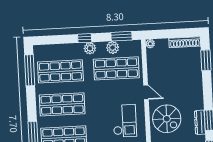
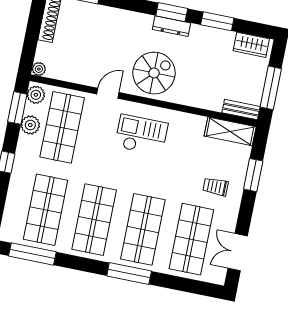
plant: (90, 48) -> (36, 95), moved

